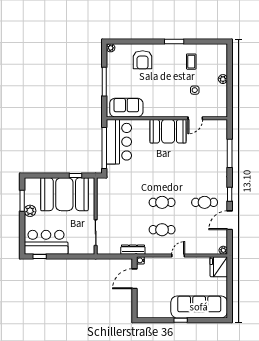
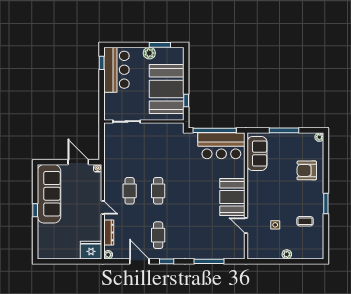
dresser: (133, 250) -> (109, 233), moved
sofa: (199, 307) -> (49, 194), moved

